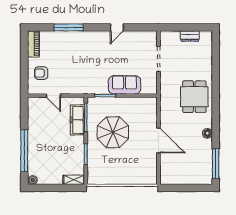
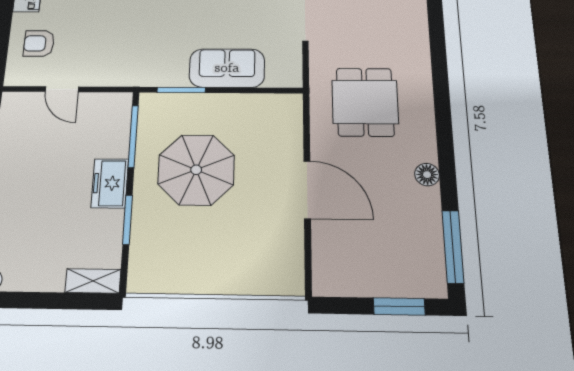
dining table: (194, 97) -> (365, 102), moved
freezer: (77, 120) -> (110, 183), moved, width x0.71
window: (193, 188) -> (399, 306), added

